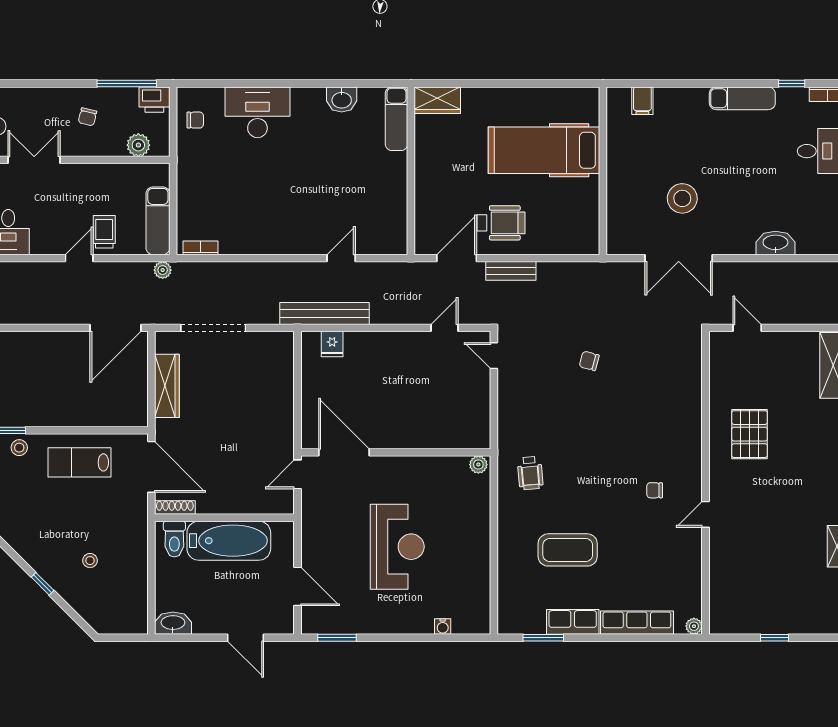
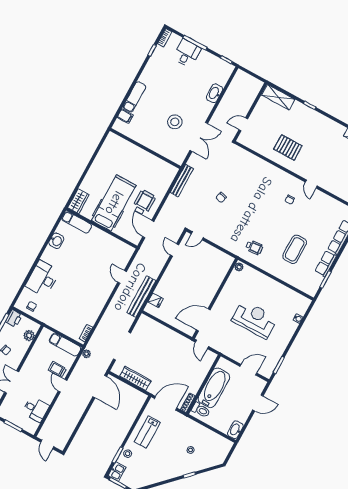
exam couch: (742, 98) -> (134, 97), moved
hospital bed: (544, 150) -> (114, 203), moved, turned 180
bench: (511, 271) -> (182, 181), moved, width x1.36

